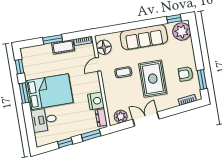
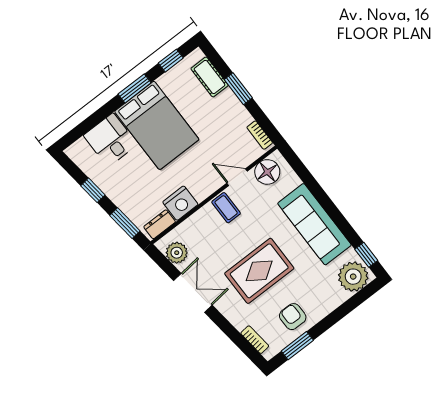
cot: (63, 47) -> (210, 77), moved
coffee table: (123, 72) -> (226, 208), moved

